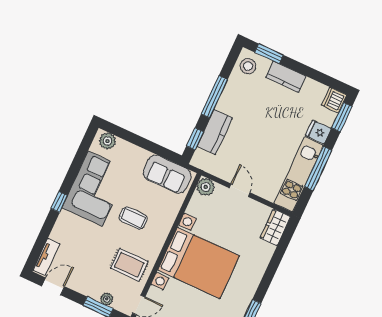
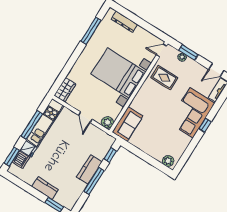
stool: (248, 66) -> (69, 198), removed
dishwasher: (334, 100) -> (21, 160), moved
kitchen counter: (215, 132) -> (89, 170), moved
sofa: (167, 174) -> (128, 124), moved, turned 90
corner sofa: (95, 189) -> (192, 113), moved
coffee table: (133, 218) -> (158, 108), removed

